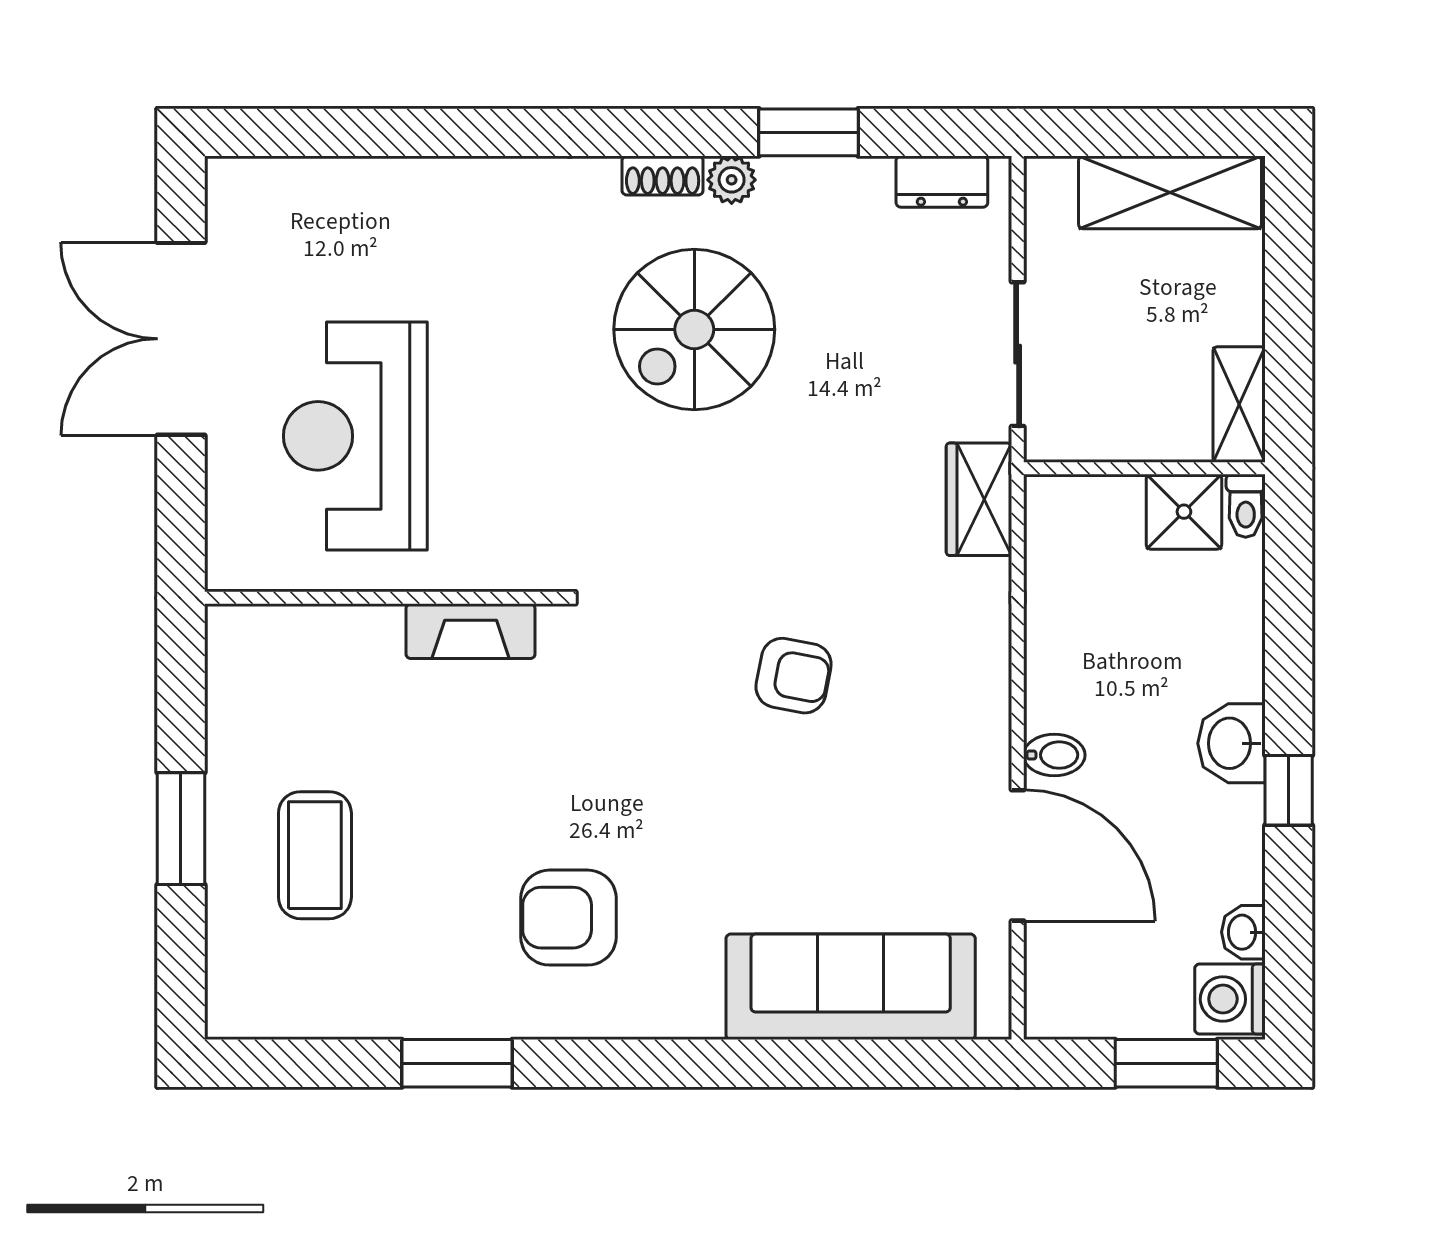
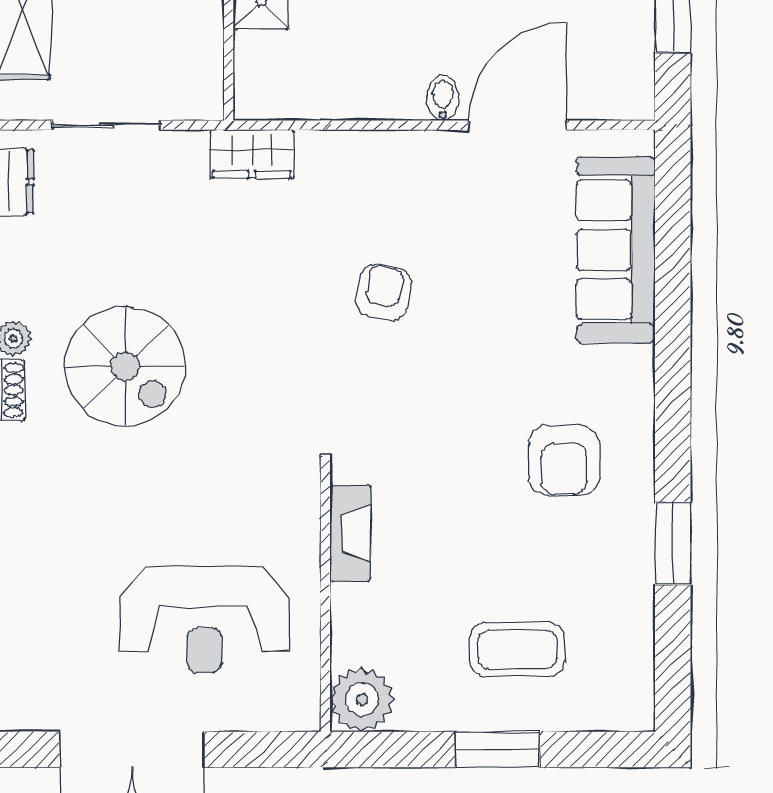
sliding door: (1018, 354) -> (106, 125), moved
plant: (248, 647) -> (362, 700), added

